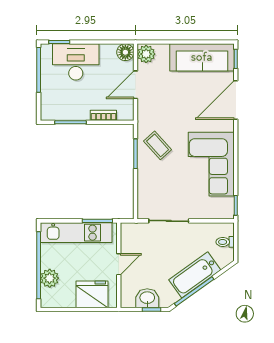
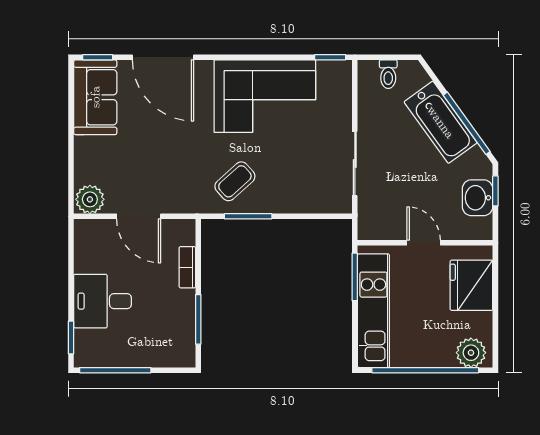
floor lamp: (125, 52) -> (87, 232), removed
sofa: (202, 57) -> (95, 97), width x0.73
desk: (76, 62) -> (103, 301), width x0.73
plant: (50, 278) -> (471, 353), moved

